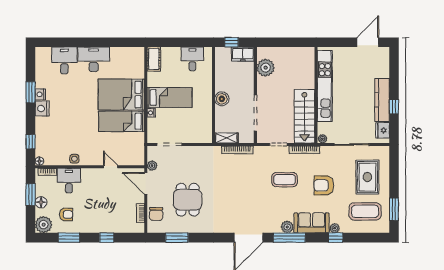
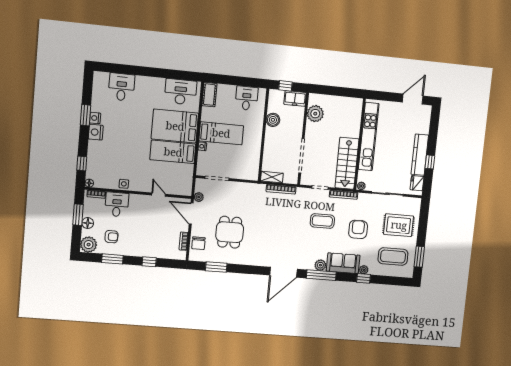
desk: (94, 59) -> (181, 92), moved
boiler: (222, 99) -> (273, 120), moved
rug: (367, 177) -> (399, 225), turned 90
armchair: (324, 185) -> (358, 229), turned 90

